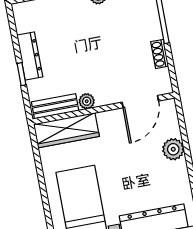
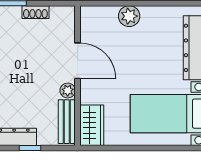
door: (140, 102) -> (78, 61), moved
wardrobe: (66, 130) -> (92, 125), width x0.67

